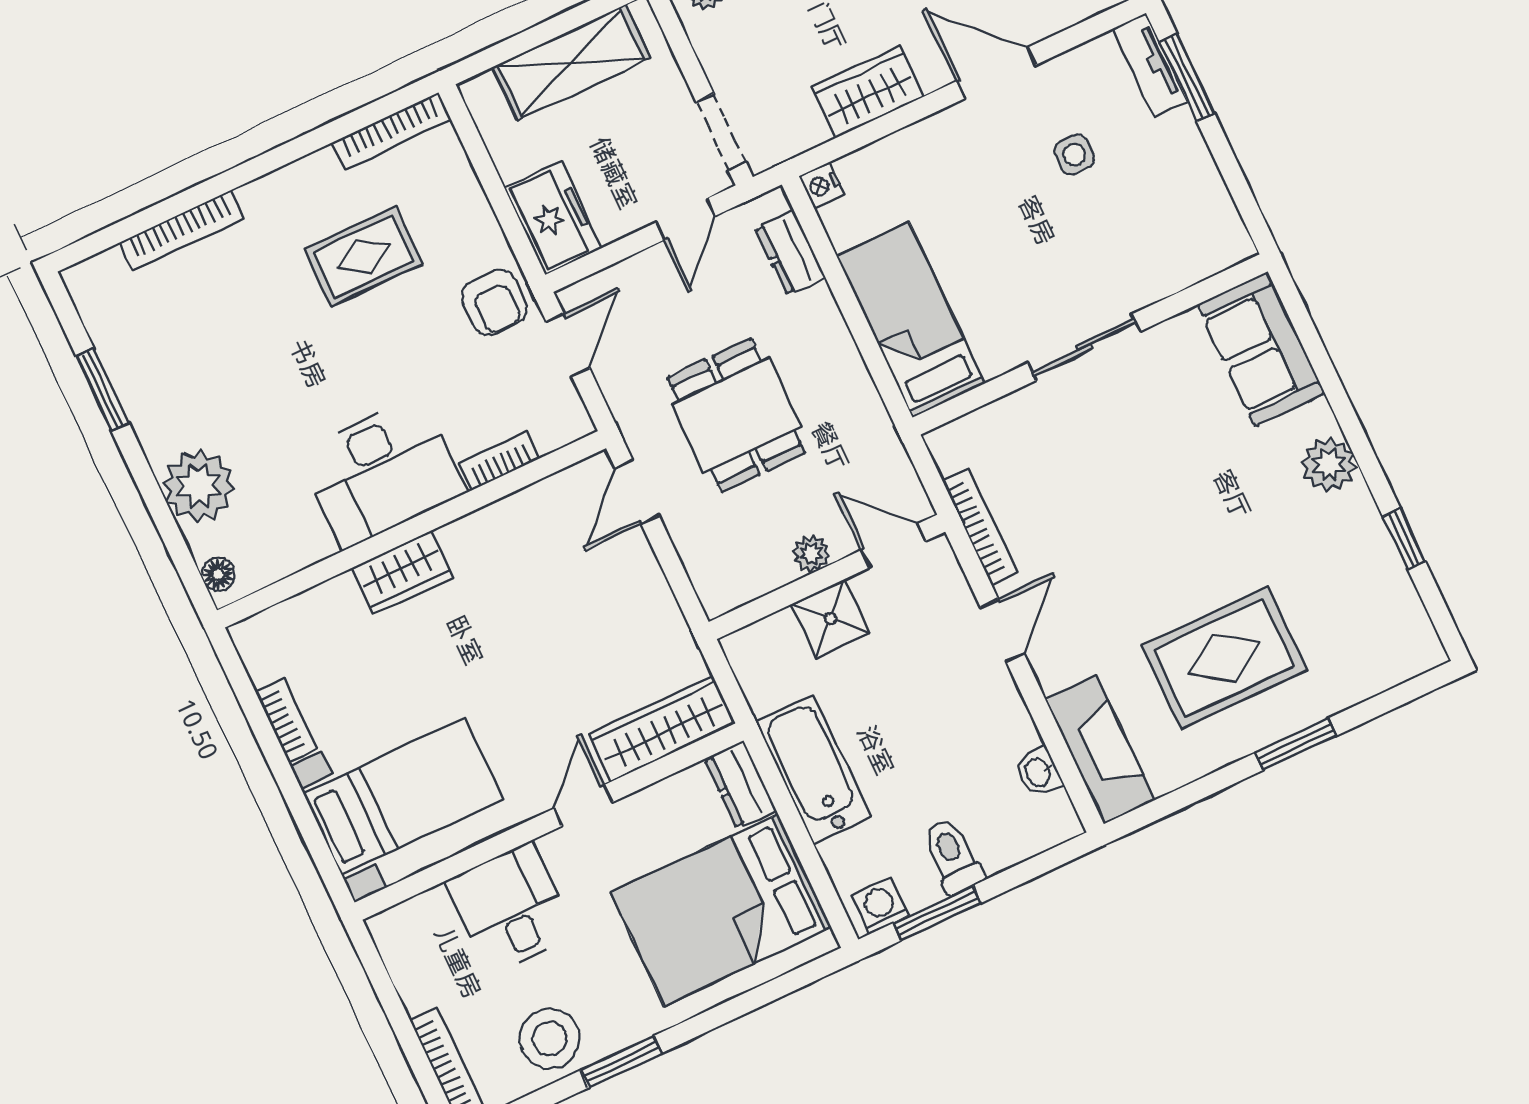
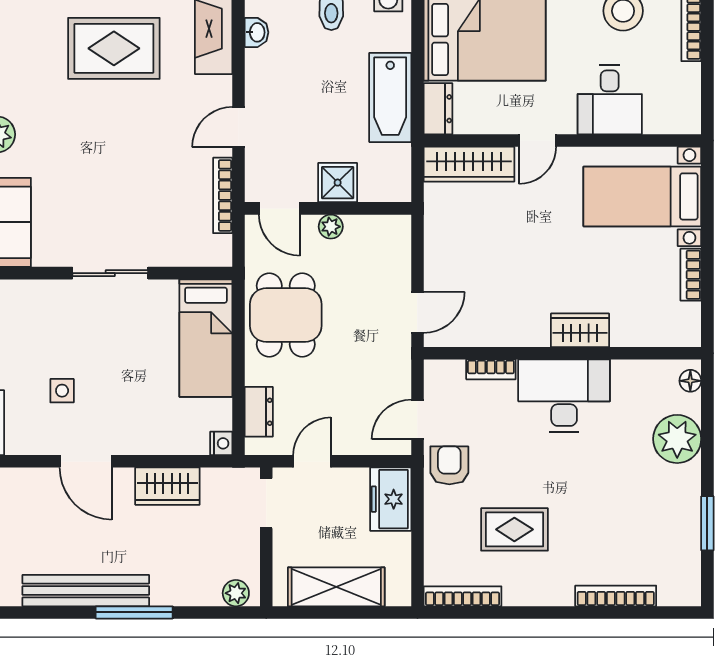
dining table: (736, 415) -> (286, 315), moved

